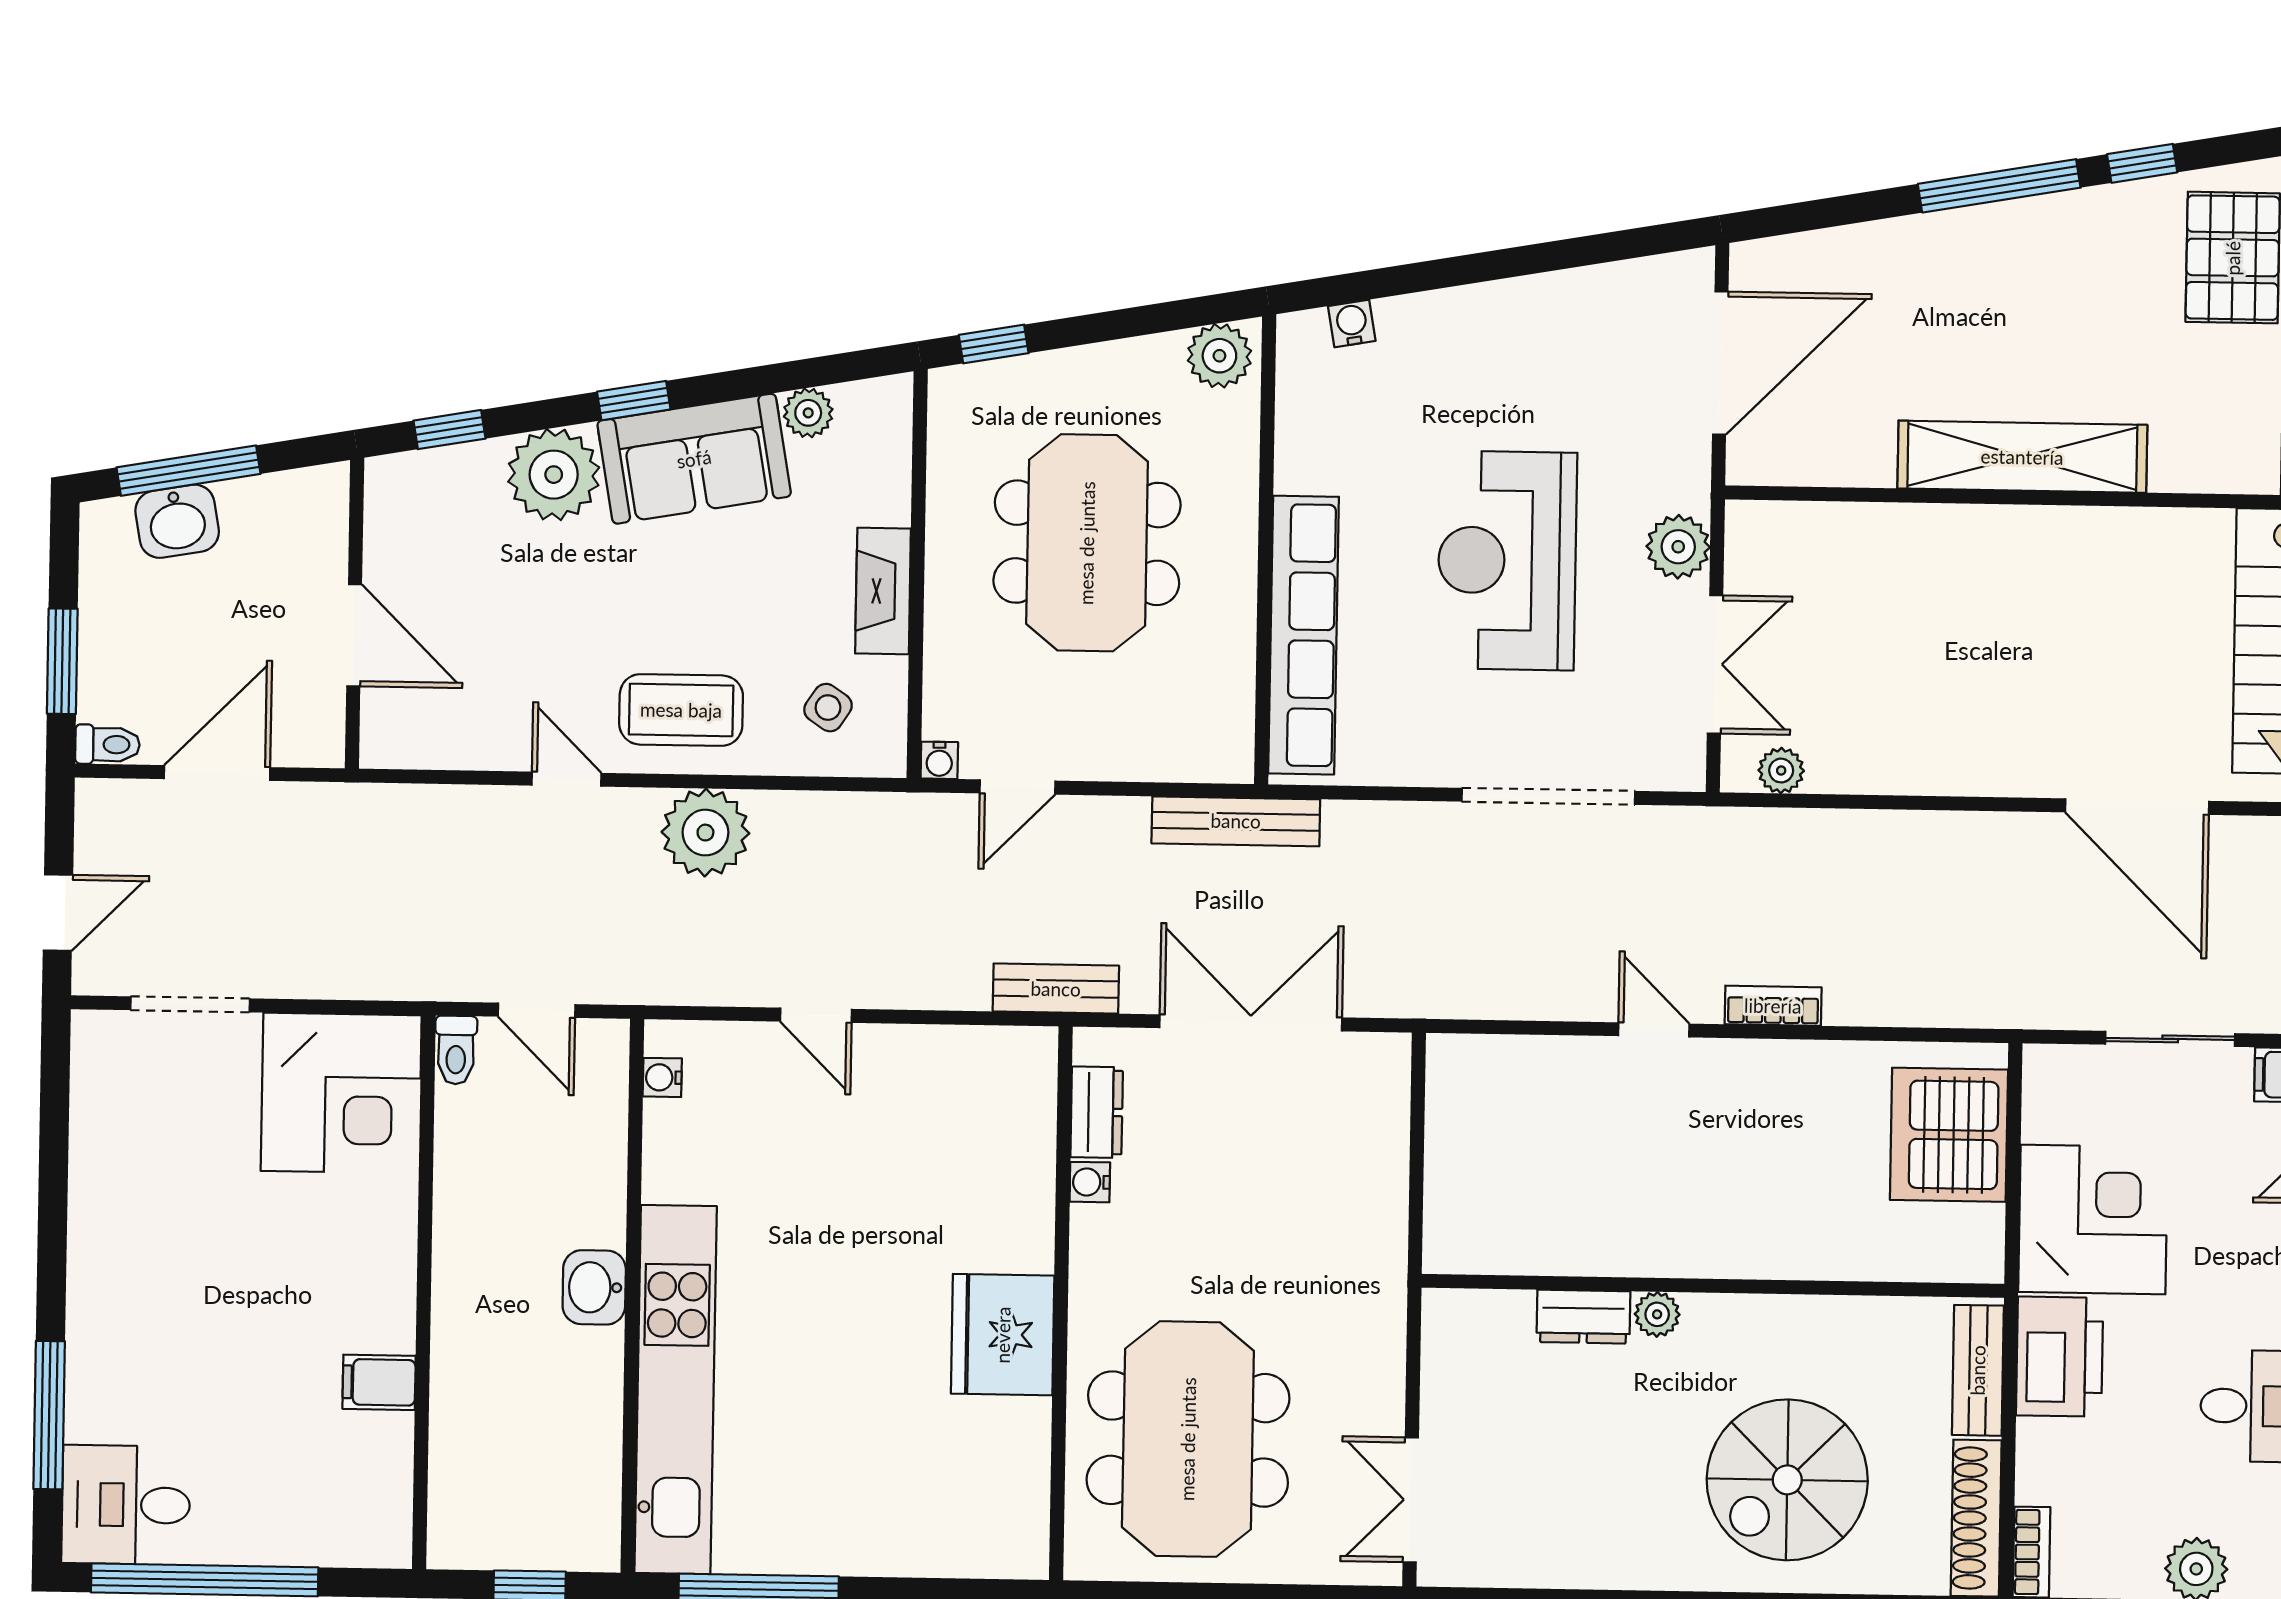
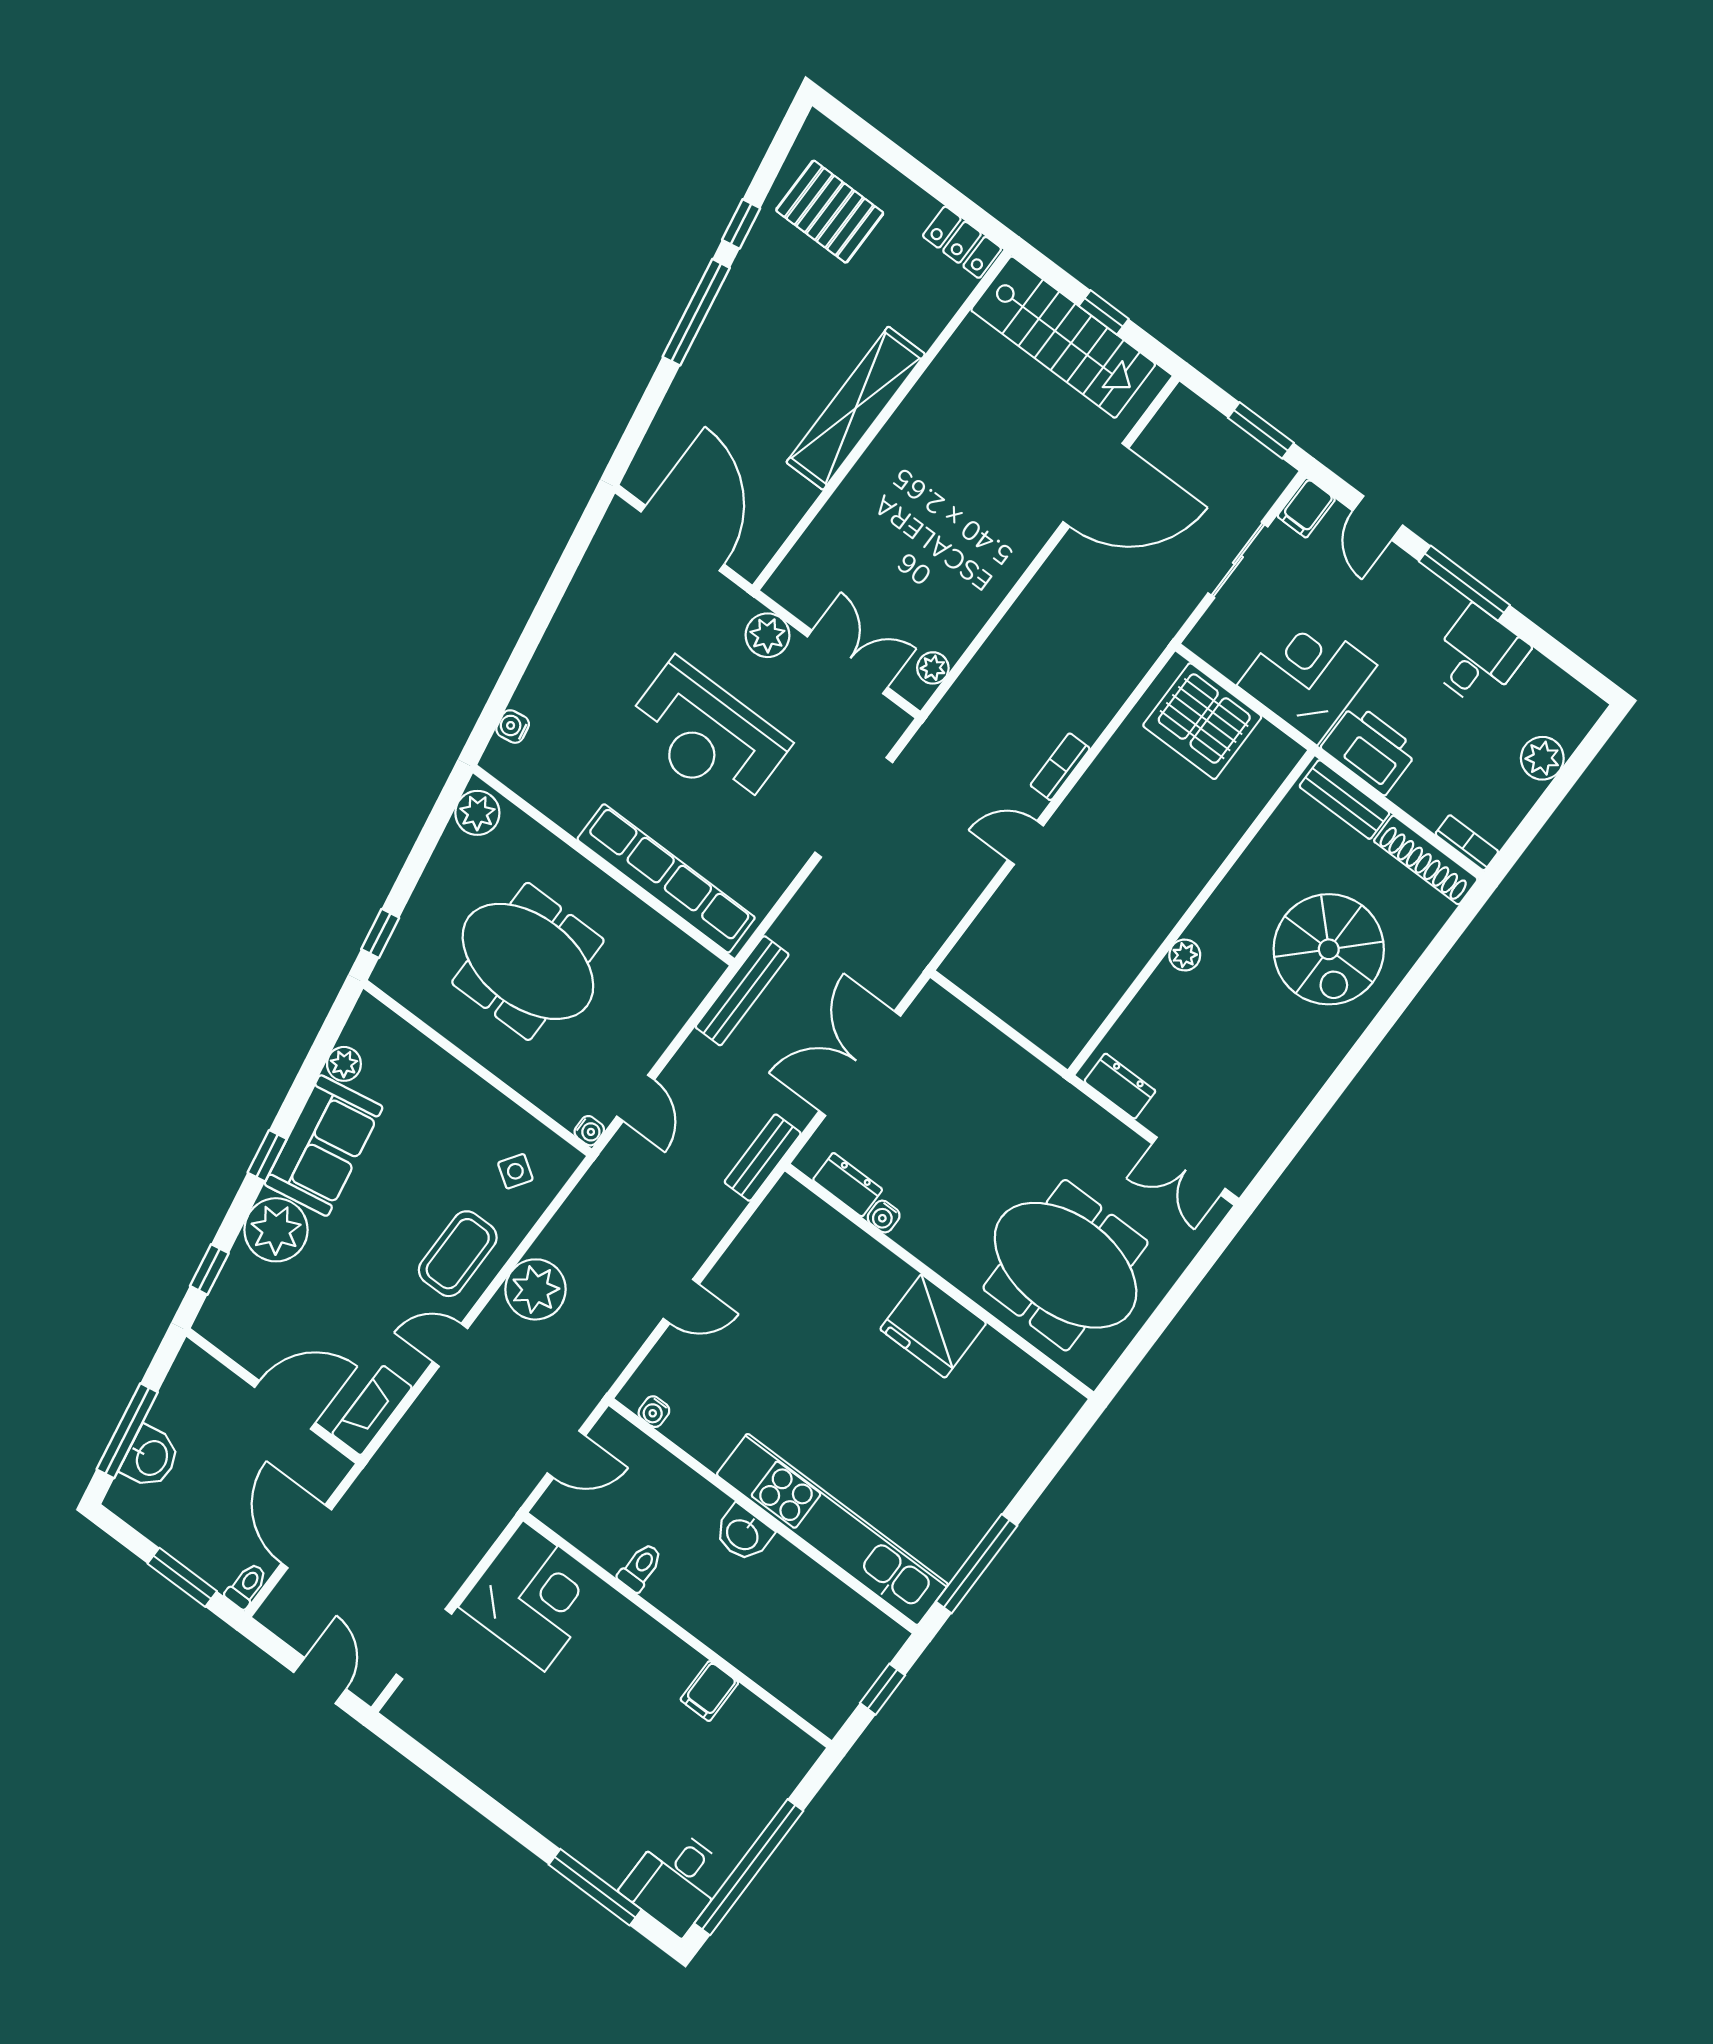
fireplace: (883, 591) -> (372, 1410), moved, turned 90
toilet: (456, 1050) -> (640, 1567), moved, turned -90
dresser: (1583, 1317) -> (1120, 1086), moved, turned -90

